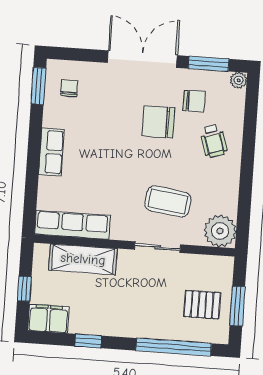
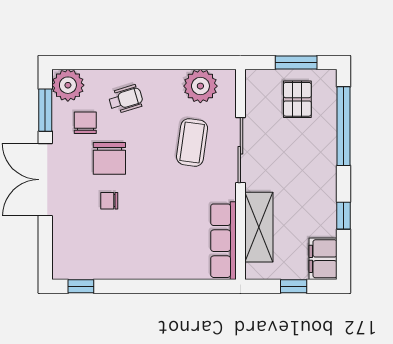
plant: (239, 80) -> (68, 85), width x1.88, depth x1.88
window: (38, 86) -> (81, 286), width x0.67
chair: (69, 88) -> (109, 201), moved
row of seats: (51, 152) -> (149, 268), removed
plant: (220, 231) -> (200, 86), moved
sliding door: (157, 247) -> (240, 150), width x1.37

